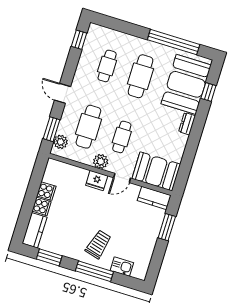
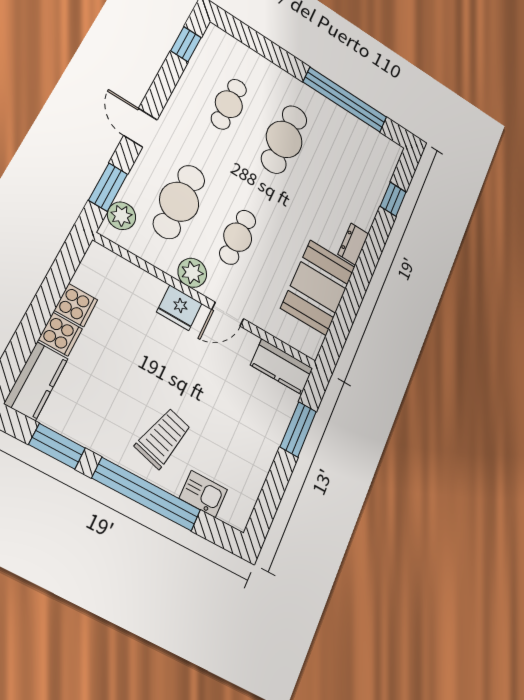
booth: (186, 84) -> (358, 176), removed
booth: (156, 171) -> (318, 287), moved, turned 90
window: (94, 271) -> (147, 494), width x1.46

